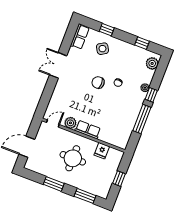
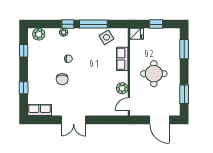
side table: (102, 49) -> (106, 37), moved
chair: (98, 83) -> (62, 79), moved
door: (53, 123) -> (129, 104), hinge flipped
row of seats: (88, 130) -> (122, 59), moved
fridge: (102, 151) -> (137, 34), moved
window: (54, 184) -> (184, 94), moved

